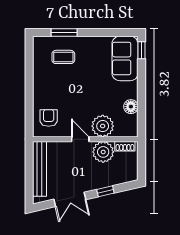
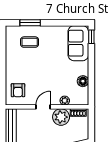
armchair: (49, 118) -> (18, 90), turned 180
plant: (103, 126) -> (65, 101), width x0.53, depth x0.53
door: (80, 139) -> (43, 107), hinge flipped

